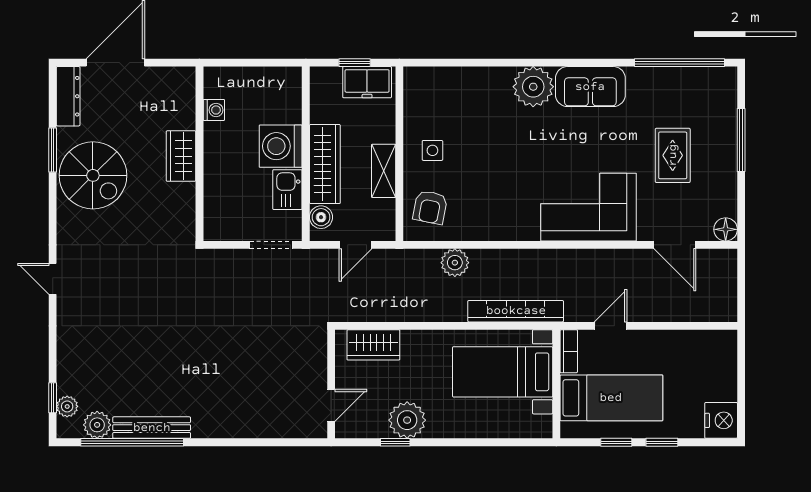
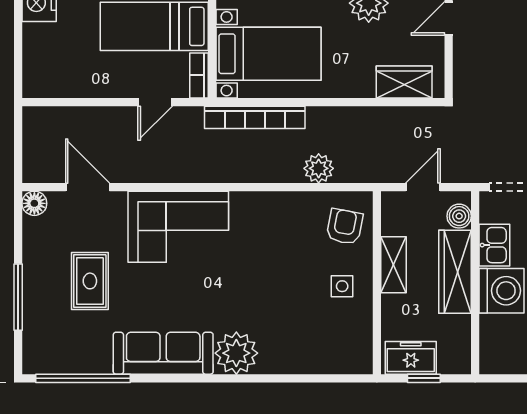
sofa: (590, 87) -> (163, 353), width x1.36

